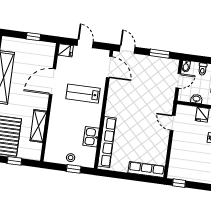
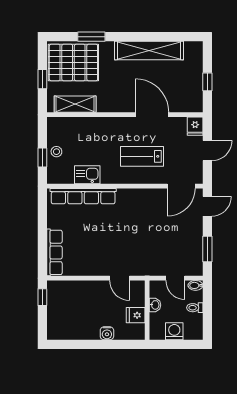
lab bench: (83, 94) -> (142, 156), turned -90
door: (173, 123) -> (120, 278), swing flipped
shelving: (38, 126) -> (75, 104), moved

